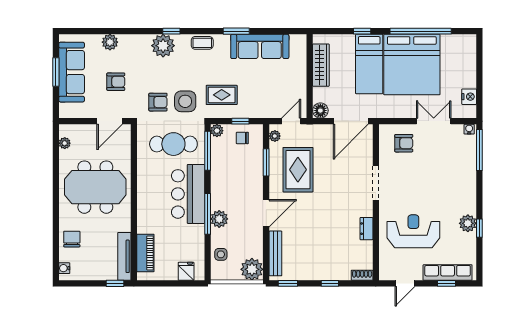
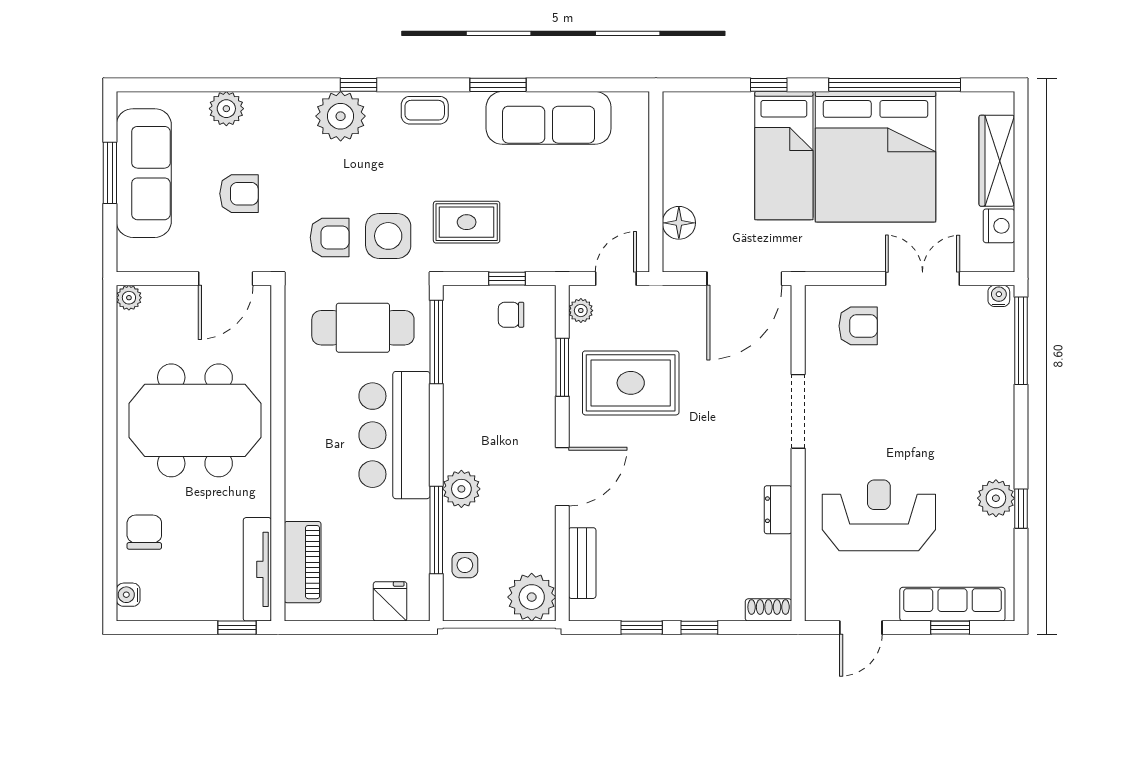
wardrobe: (321, 65) -> (997, 161), moved, turned 180
floor lamp: (320, 111) -> (679, 223), moved
plant: (217, 131) -> (456, 299), removed
plant: (65, 143) -> (129, 298), moved
rug: (298, 170) -> (631, 383), turned 90
window: (208, 214) -> (436, 530), moved
bench: (275, 253) -> (582, 563), width x0.73
window: (288, 283) -> (642, 628), moved

